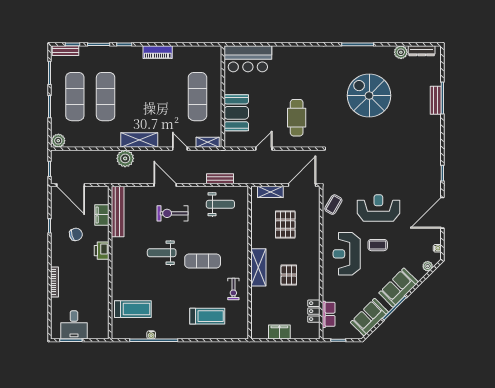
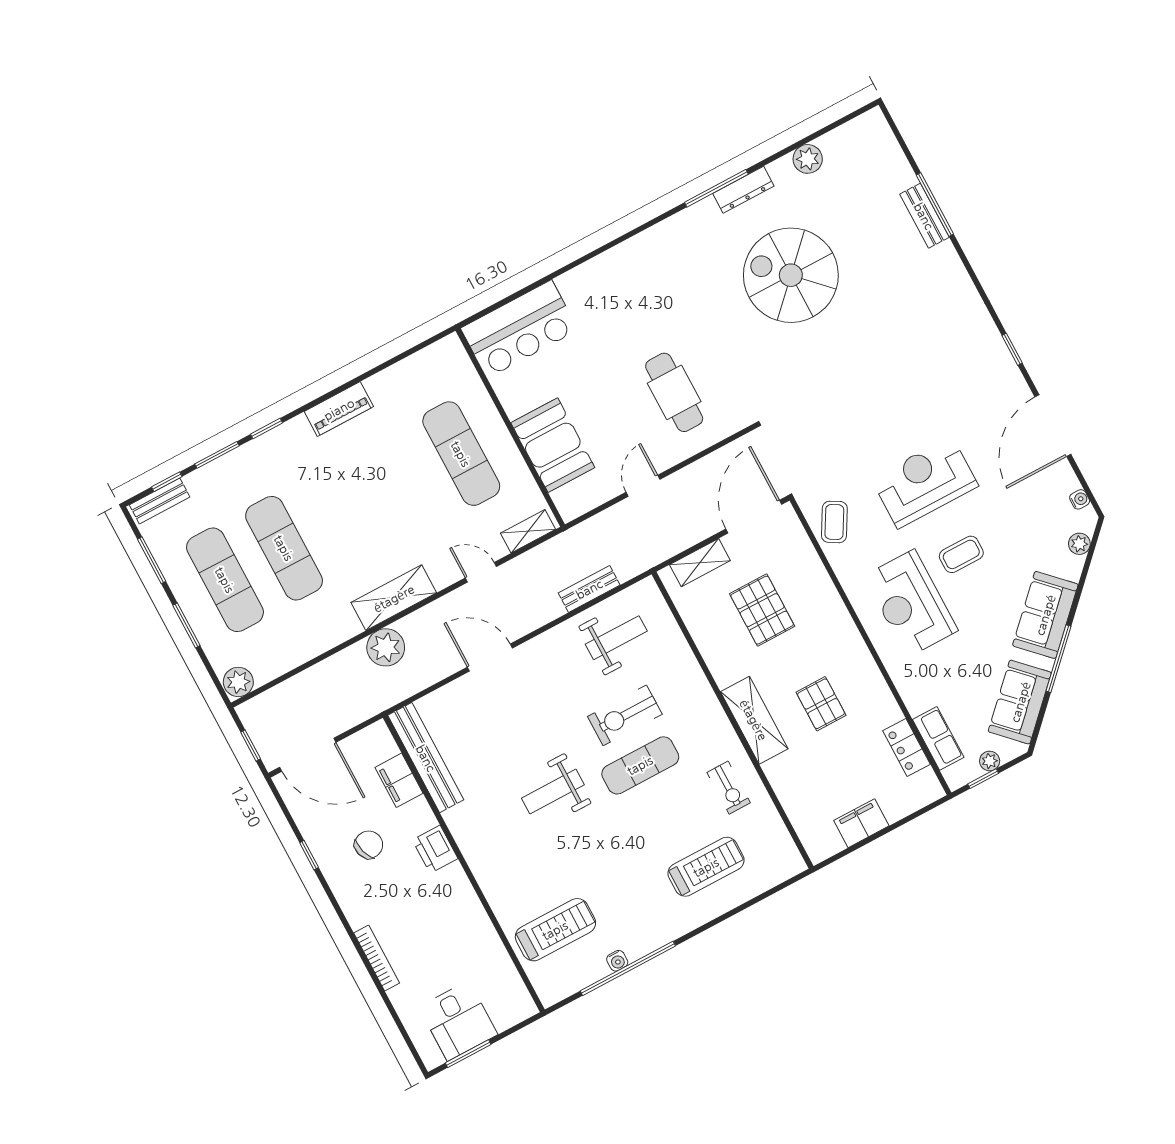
dresser: (422, 51) -> (743, 190), moved
exercise bike: (173, 213) -> (625, 715), moved
plant: (345, 334) -> (990, 761), added

